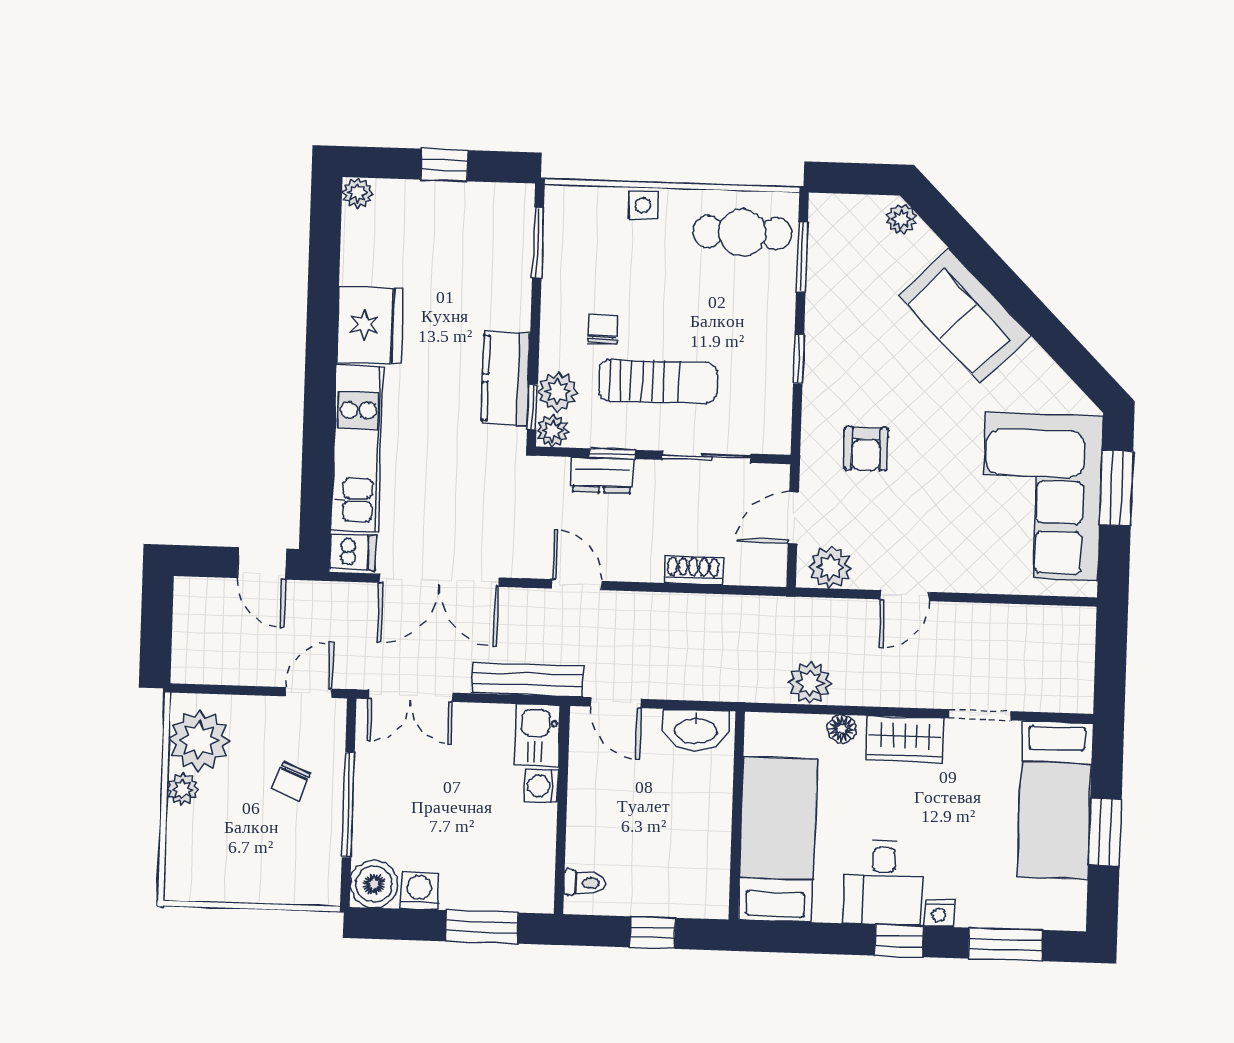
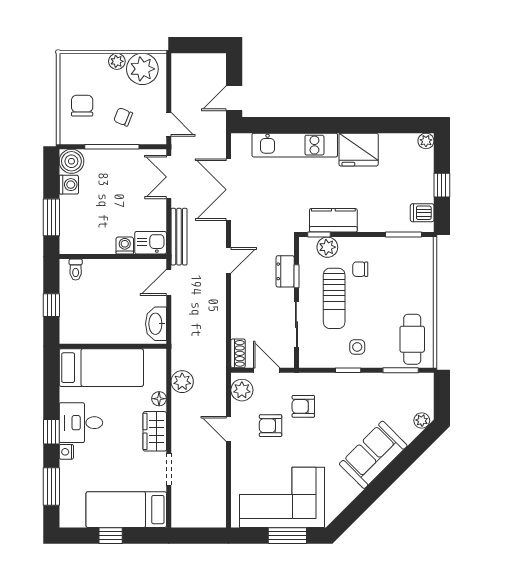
side table: (643, 205) -> (357, 347), moved
chair: (603, 329) -> (360, 269), turned 180
plant: (553, 431) -> (307, 245), removed
armchair: (901, 514) -> (271, 426), added
dishwasher: (353, 552) -> (422, 213), moved, turned 90
shoe rack: (693, 570) -> (238, 353), moved
window: (1105, 832) -> (111, 536), width x0.67
chair: (266, 860) -> (82, 106), added

